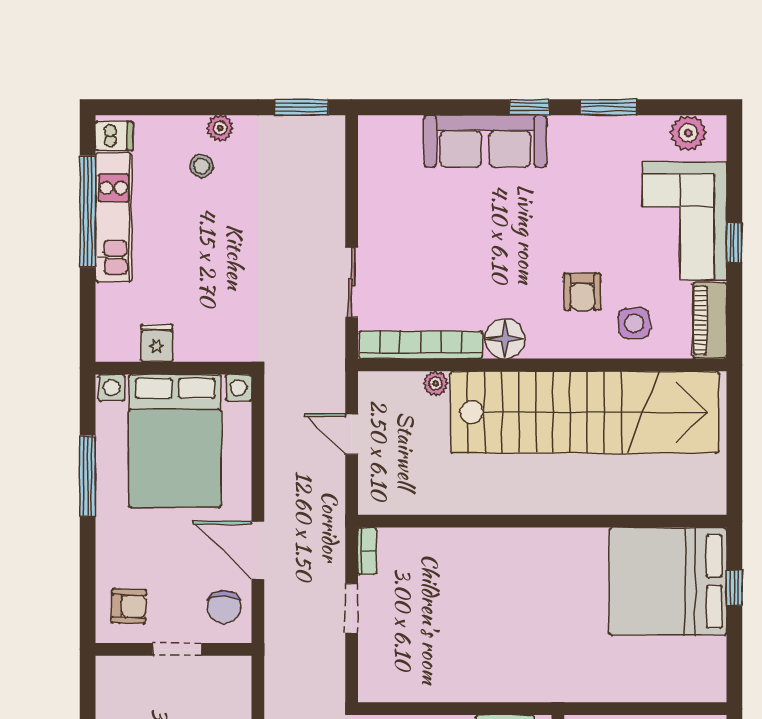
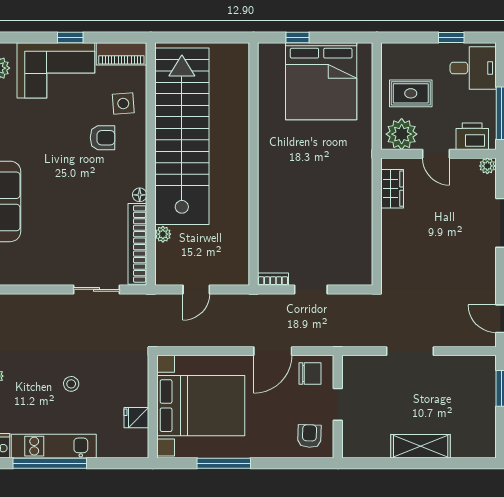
stool: (201, 166) -> (71, 384), moved
floor lamp: (505, 339) -> (140, 195), width x0.53, depth x0.53
bed: (668, 581) -> (321, 81), moved

